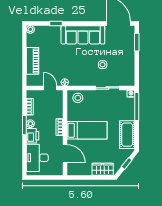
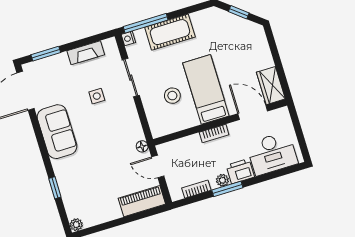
sofa: (83, 35) -> (57, 132), width x0.73
piano: (32, 61) -> (142, 201), moved
fireplace: (130, 66) -> (86, 53), added
door: (50, 88) -> (158, 166), hinge flipped
stool: (78, 98) -> (172, 96), moved
cot: (127, 135) -> (170, 32), moved
door: (65, 154) -> (253, 112), hinge flipped
wardrobe: (103, 169) -> (271, 86), moved

